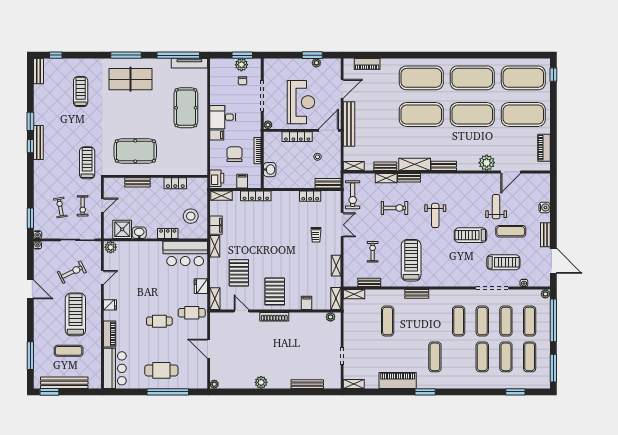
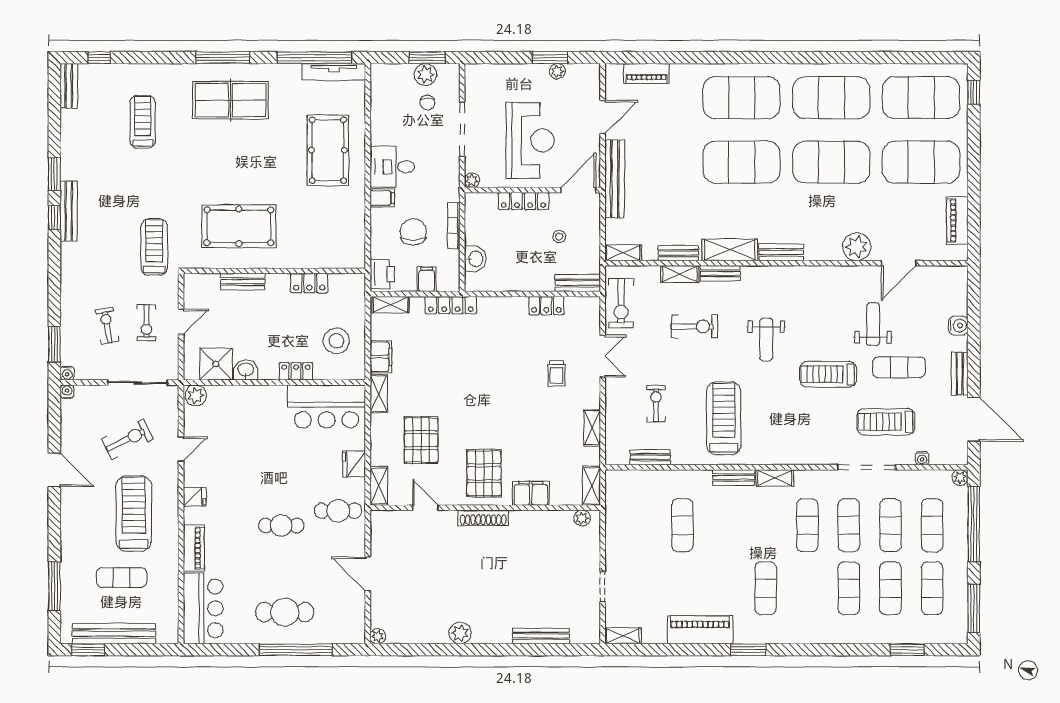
treadmill: (503, 262) -> (886, 422), turned 180
shelving: (354, 294) -> (775, 478), moved
filing cabinet: (306, 303) -> (531, 493), width x2.00

